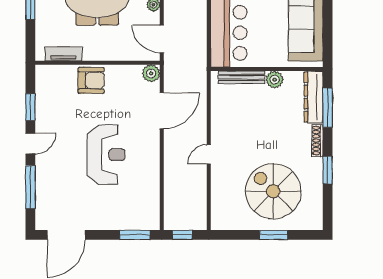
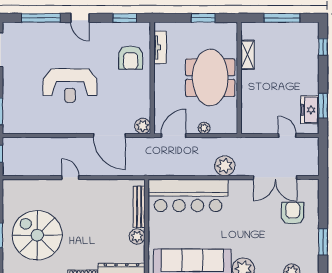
armchair: (91, 80) -> (131, 58), moved
window: (30, 107) -> (125, 18), moved
spiral stairs: (273, 191) -> (37, 235), turned -90

